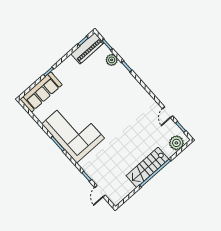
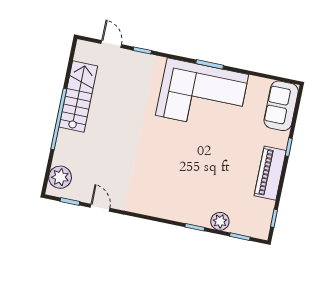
piano: (87, 48) -> (270, 173), moved
sofa: (41, 92) -> (281, 106), width x0.73
stairs: (147, 167) -> (78, 97), moved

